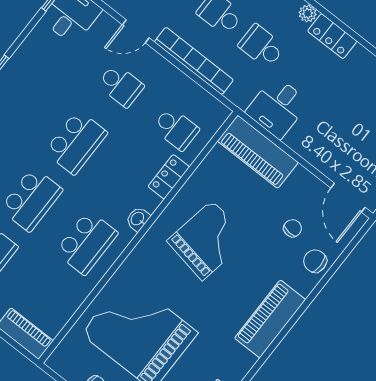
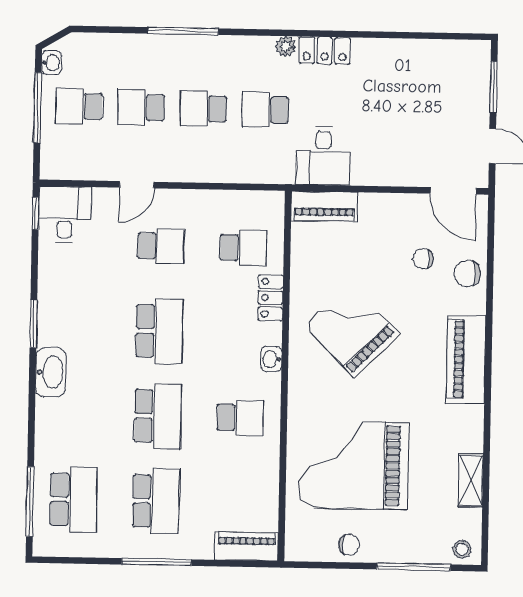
bookcase: (194, 61) -> (212, 171), removed
piano: (258, 152) -> (324, 206), width x0.73, depth x0.75
chair: (293, 228) -> (423, 259), turned -95
grand piano: (207, 240) -> (352, 330), turned -55
school desk: (87, 243) -> (240, 418), width x0.54

